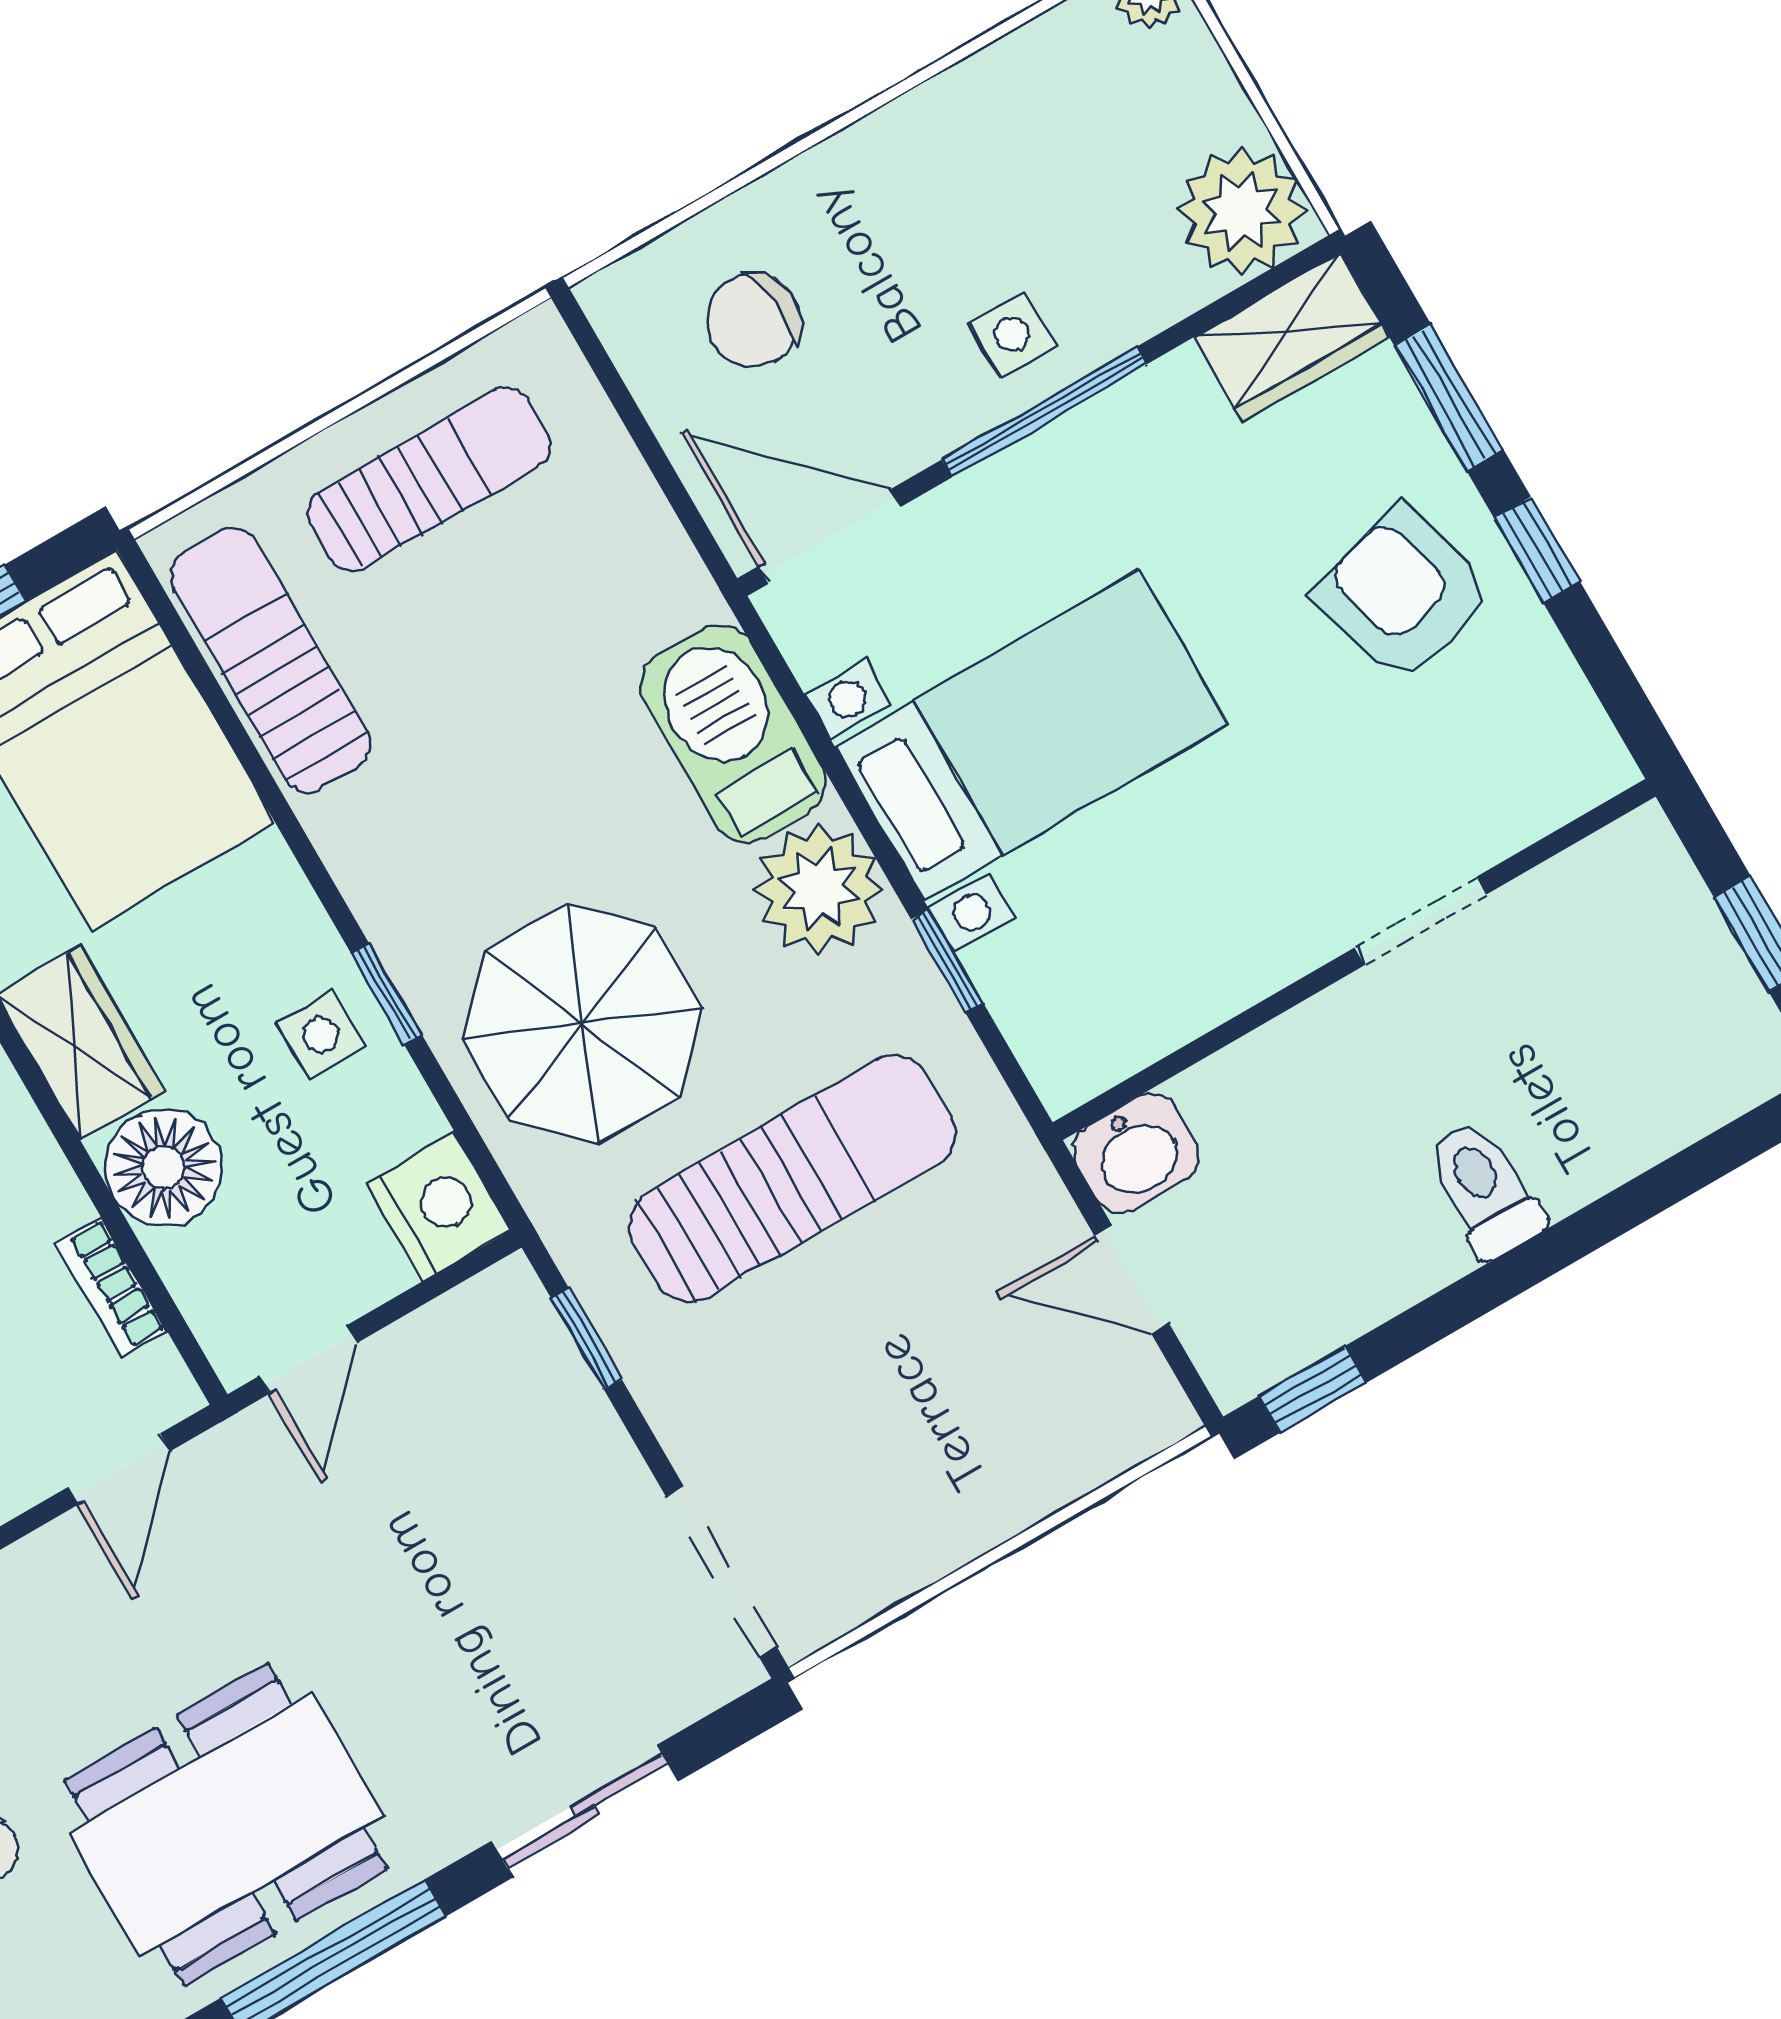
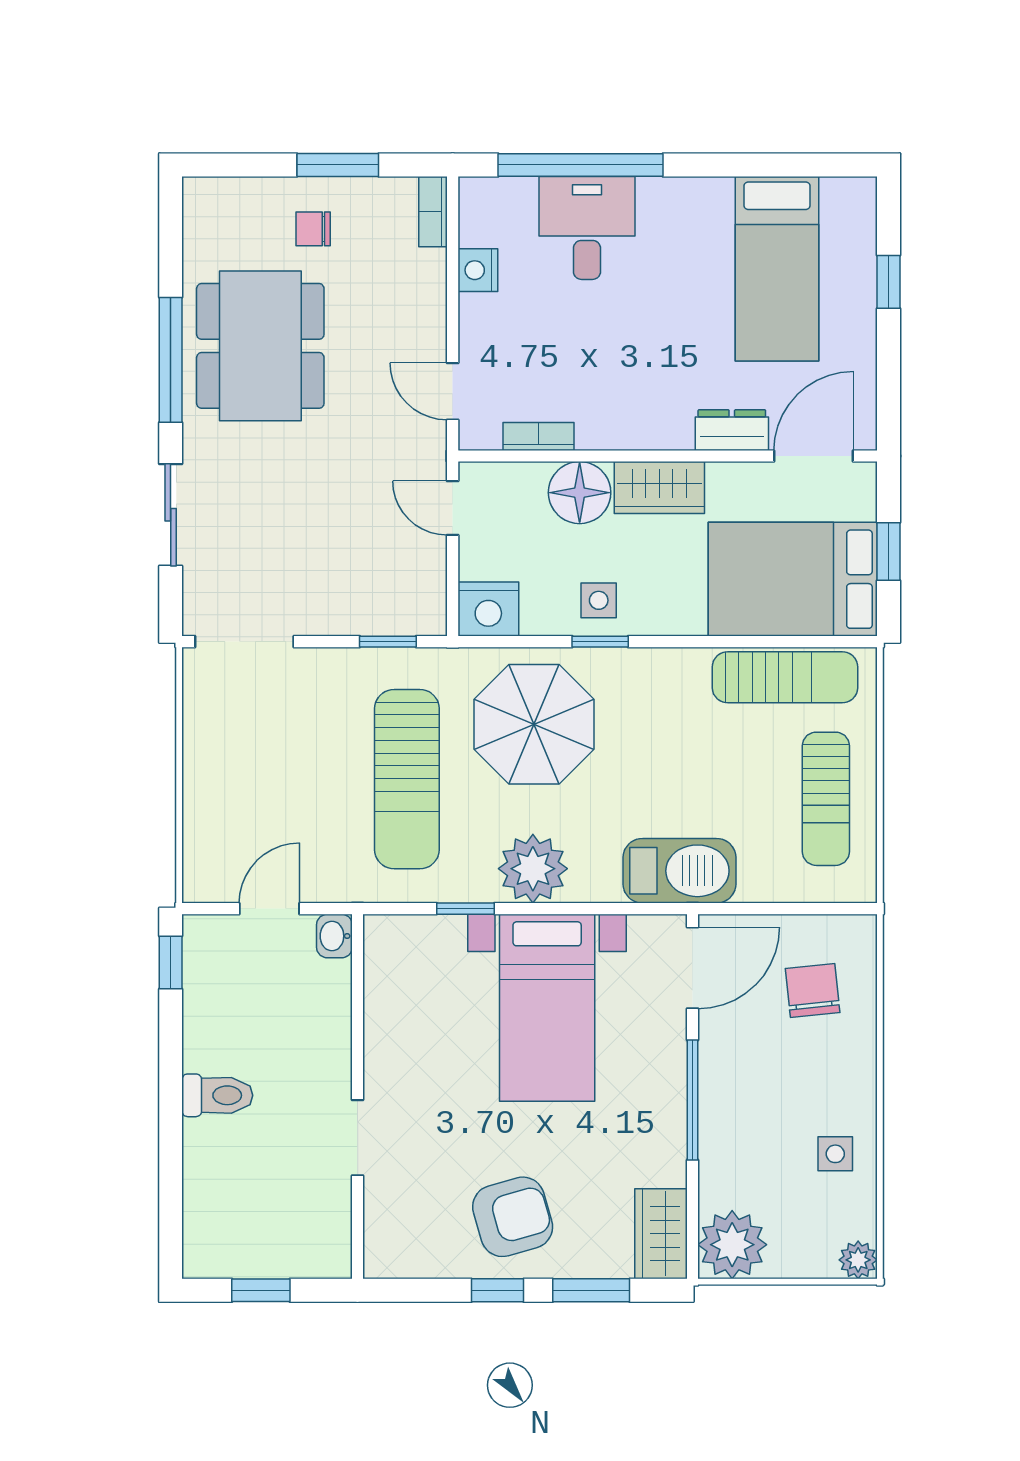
side table: (1012, 334) -> (835, 1154), moved
barbecue: (733, 734) -> (679, 871), moved
washbasin: (1136, 1153) -> (334, 936), width x0.72, depth x0.69

